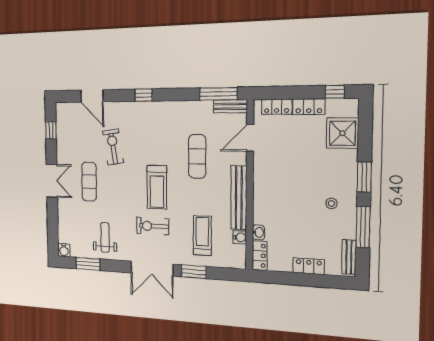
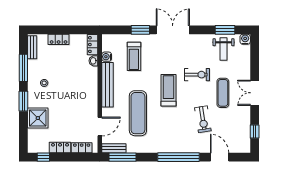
window: (143, 95) -> (178, 157), width x3.17
shower: (342, 133) -> (38, 118), moved
exercise mat: (197, 156) -> (138, 113), width x1.36, depth x1.45
exercise bike: (153, 226) -> (197, 75), moved
weight bench: (105, 238) -> (224, 49), moved

